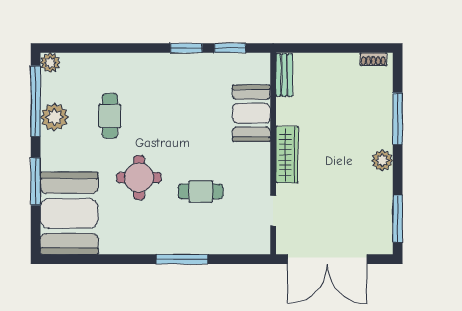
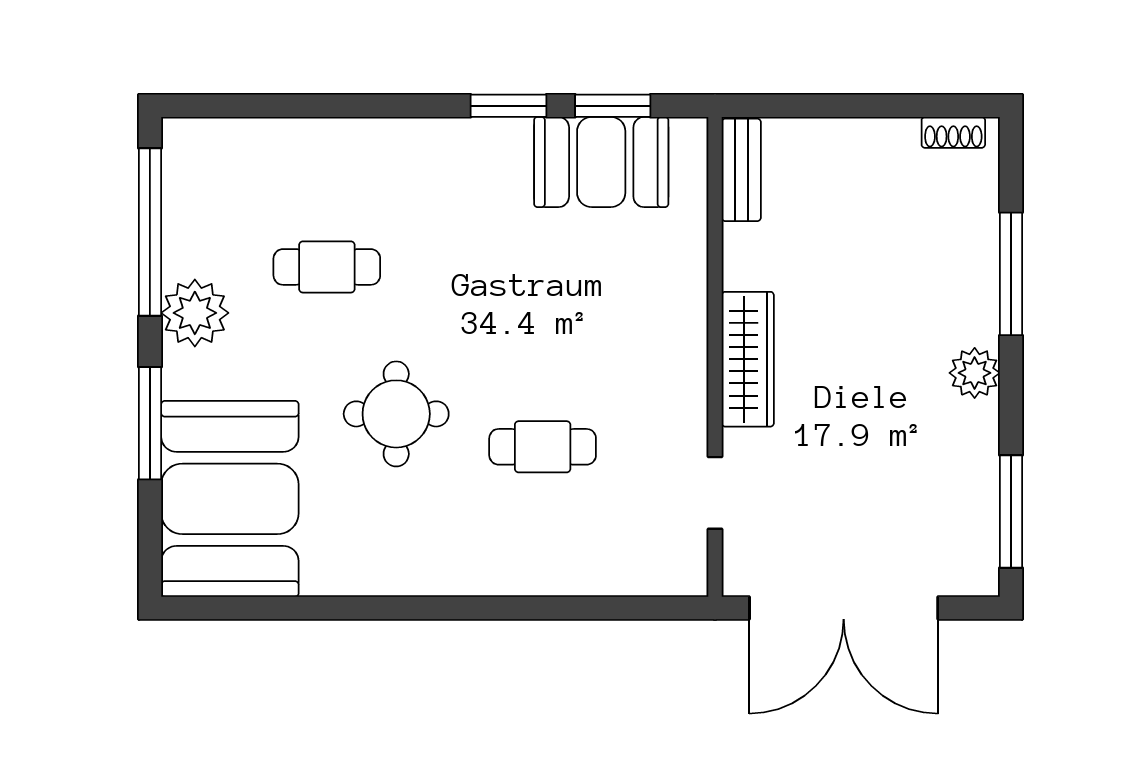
plant: (50, 63) -> (185, 140), removed
booth: (251, 113) -> (601, 162), moved, turned 90
cafe table: (110, 116) -> (327, 267), turned 90
plant: (54, 117) -> (195, 313), moved
window: (182, 259) -> (498, 608), removed

